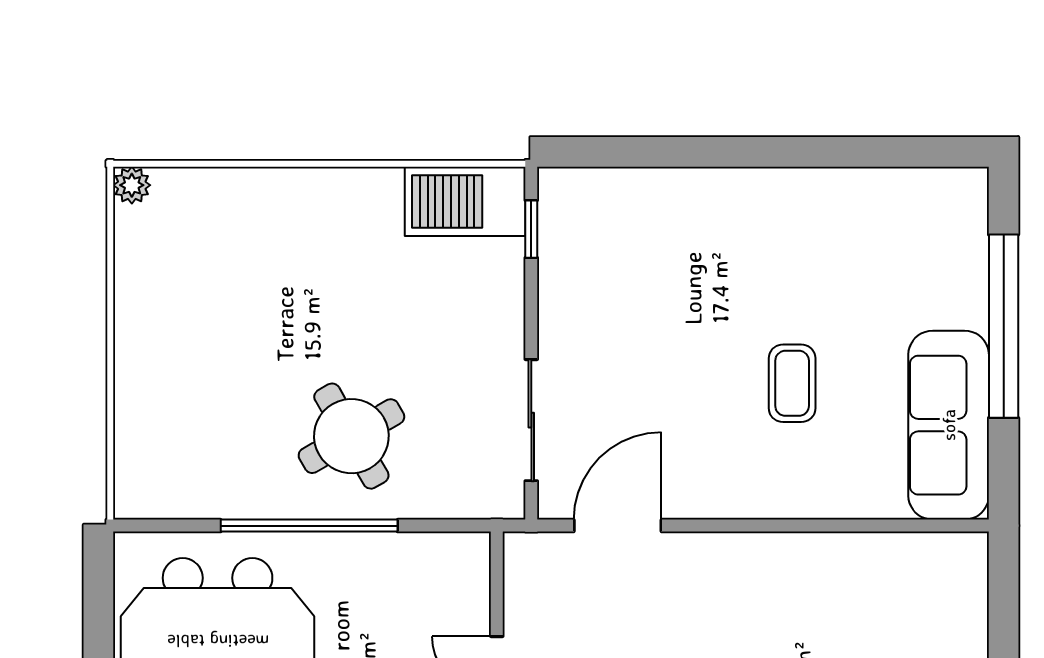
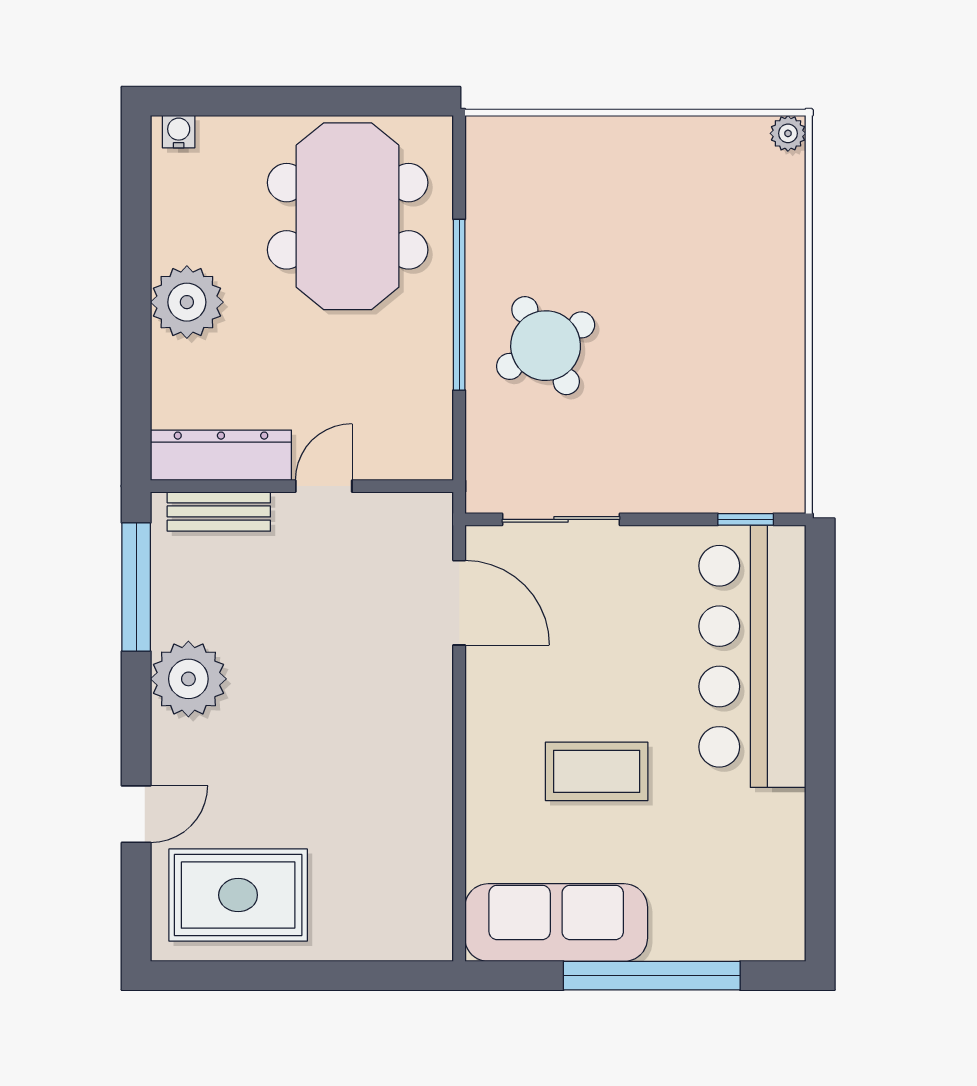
barbecue: (465, 201) -> (772, 456), removed
bar counter: (673, 222) -> (752, 656), added
coffee table: (792, 383) -> (597, 771), width x1.36, depth x1.30

